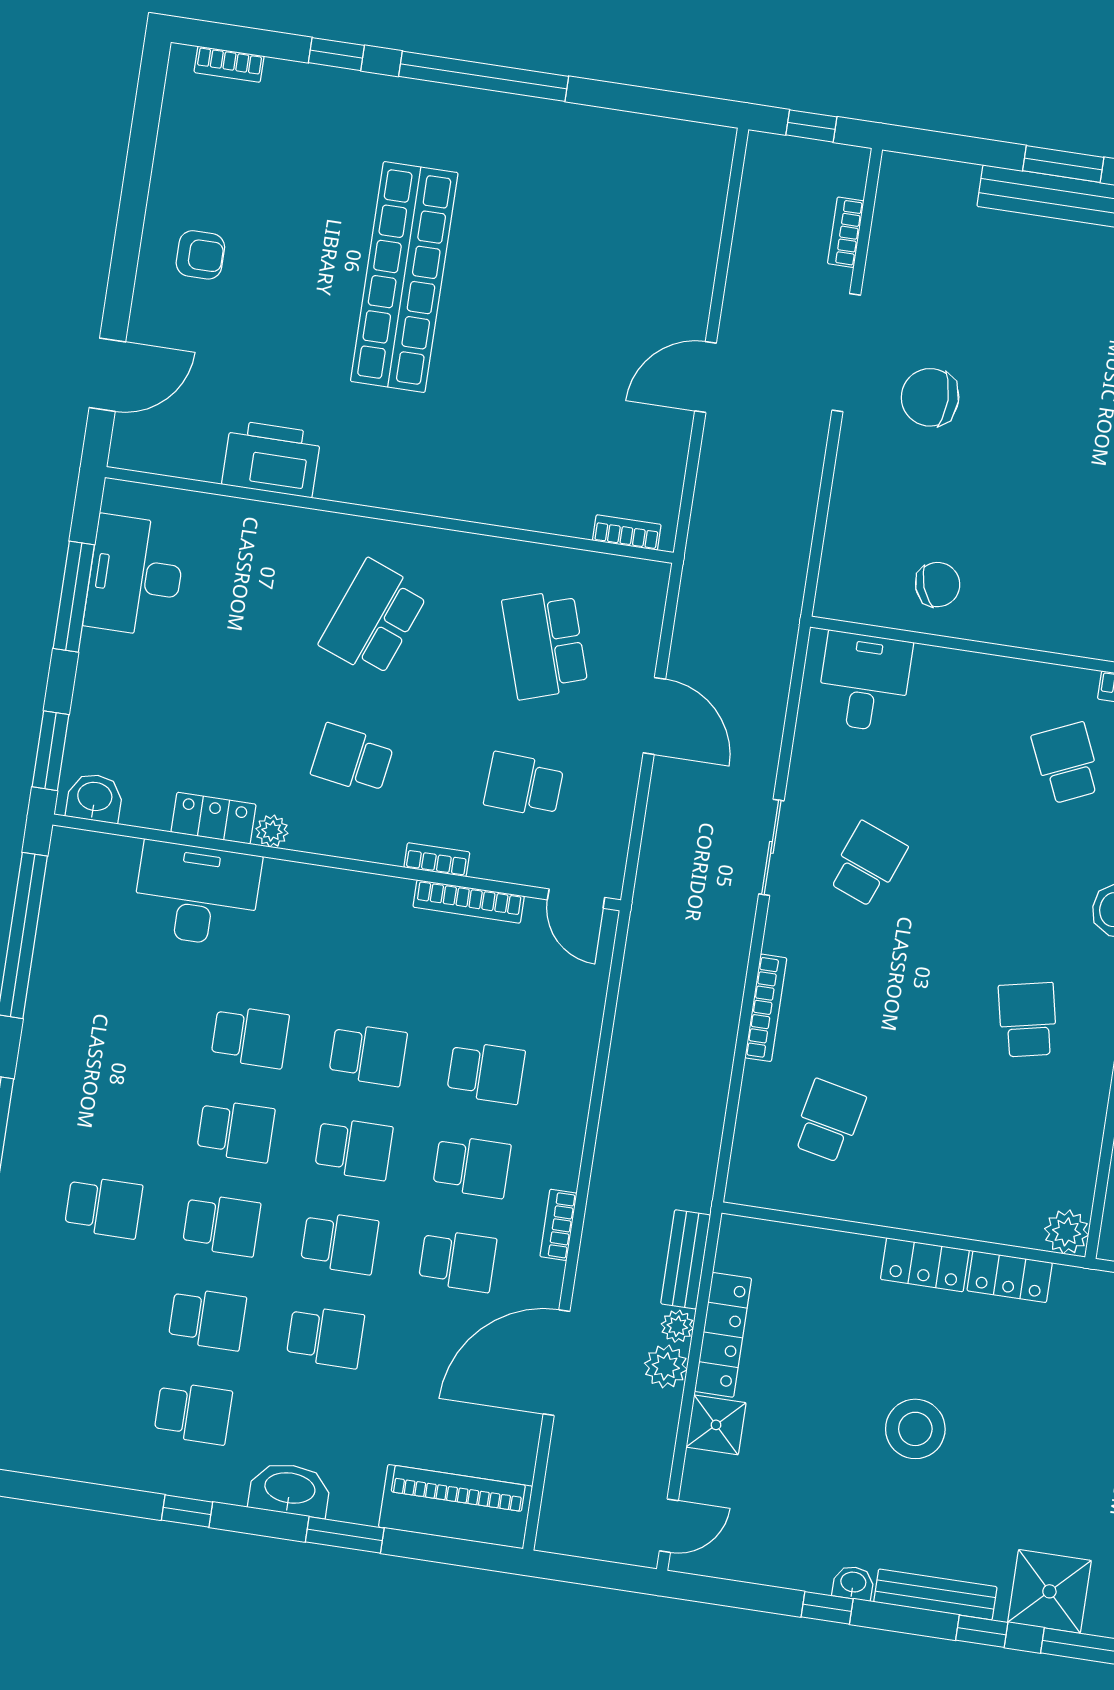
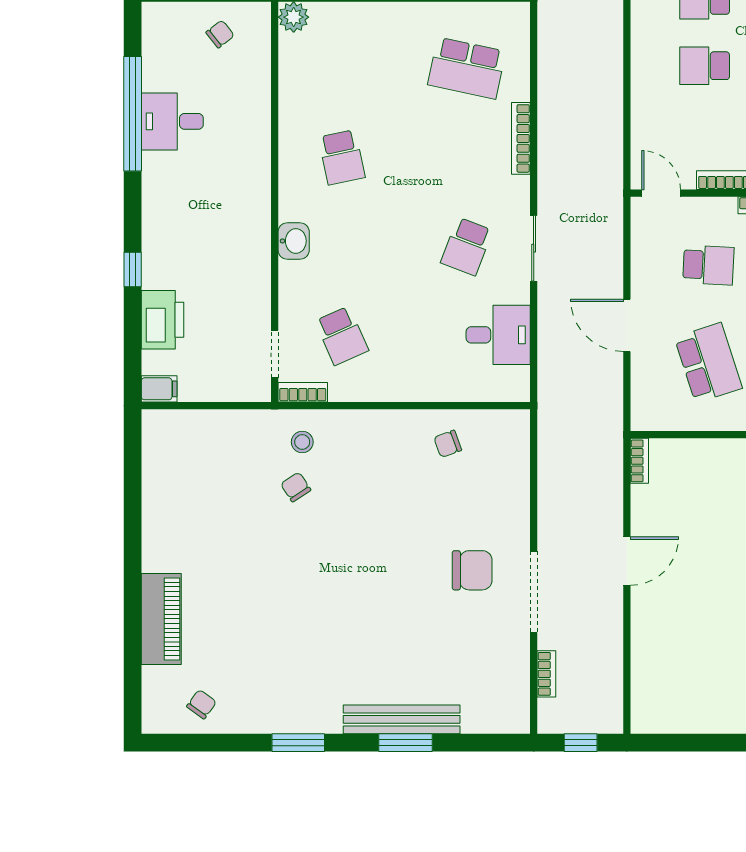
bookcase: (627, 532) -> (639, 461), moved, turned -90
chair: (938, 585) -> (448, 444), width x0.73, depth x0.73
desk: (864, 682) -> (498, 335), moved, turned -90
school desk: (829, 1121) -> (467, 68), width x1.85

